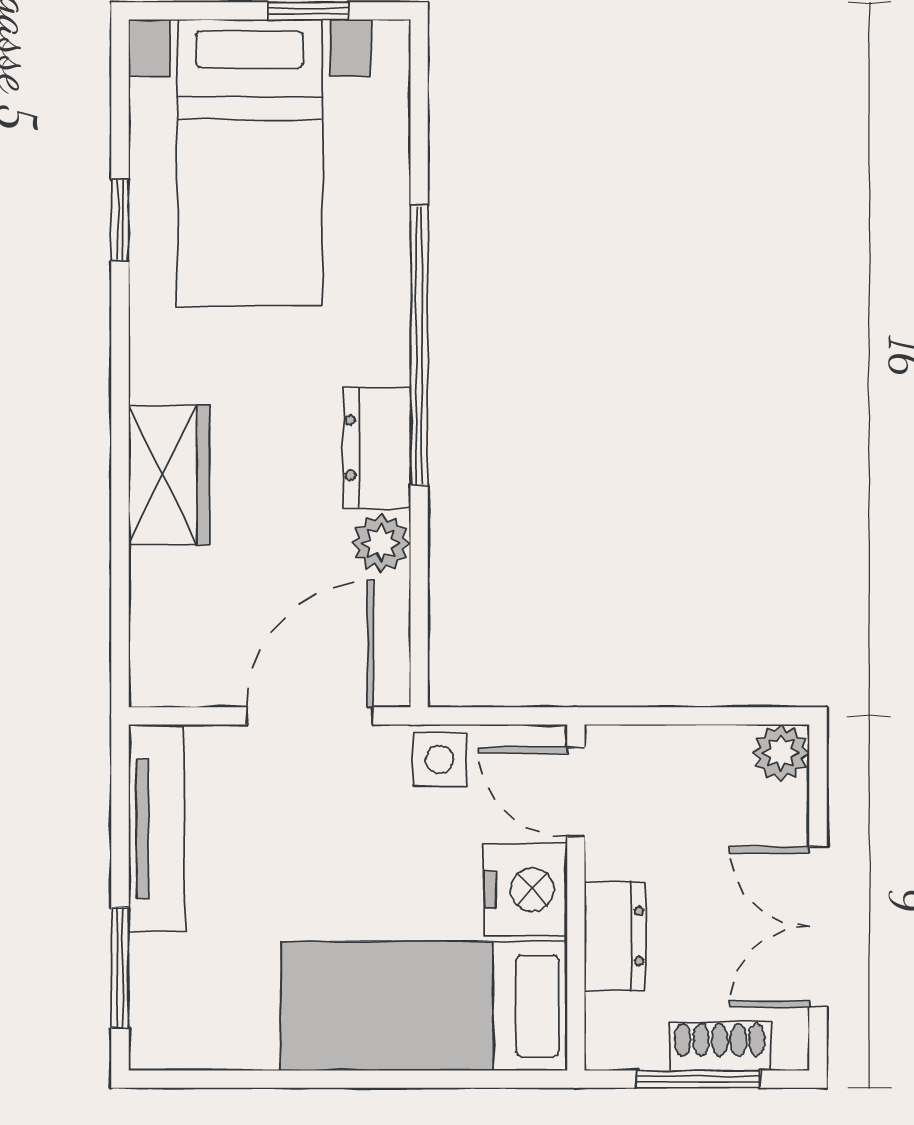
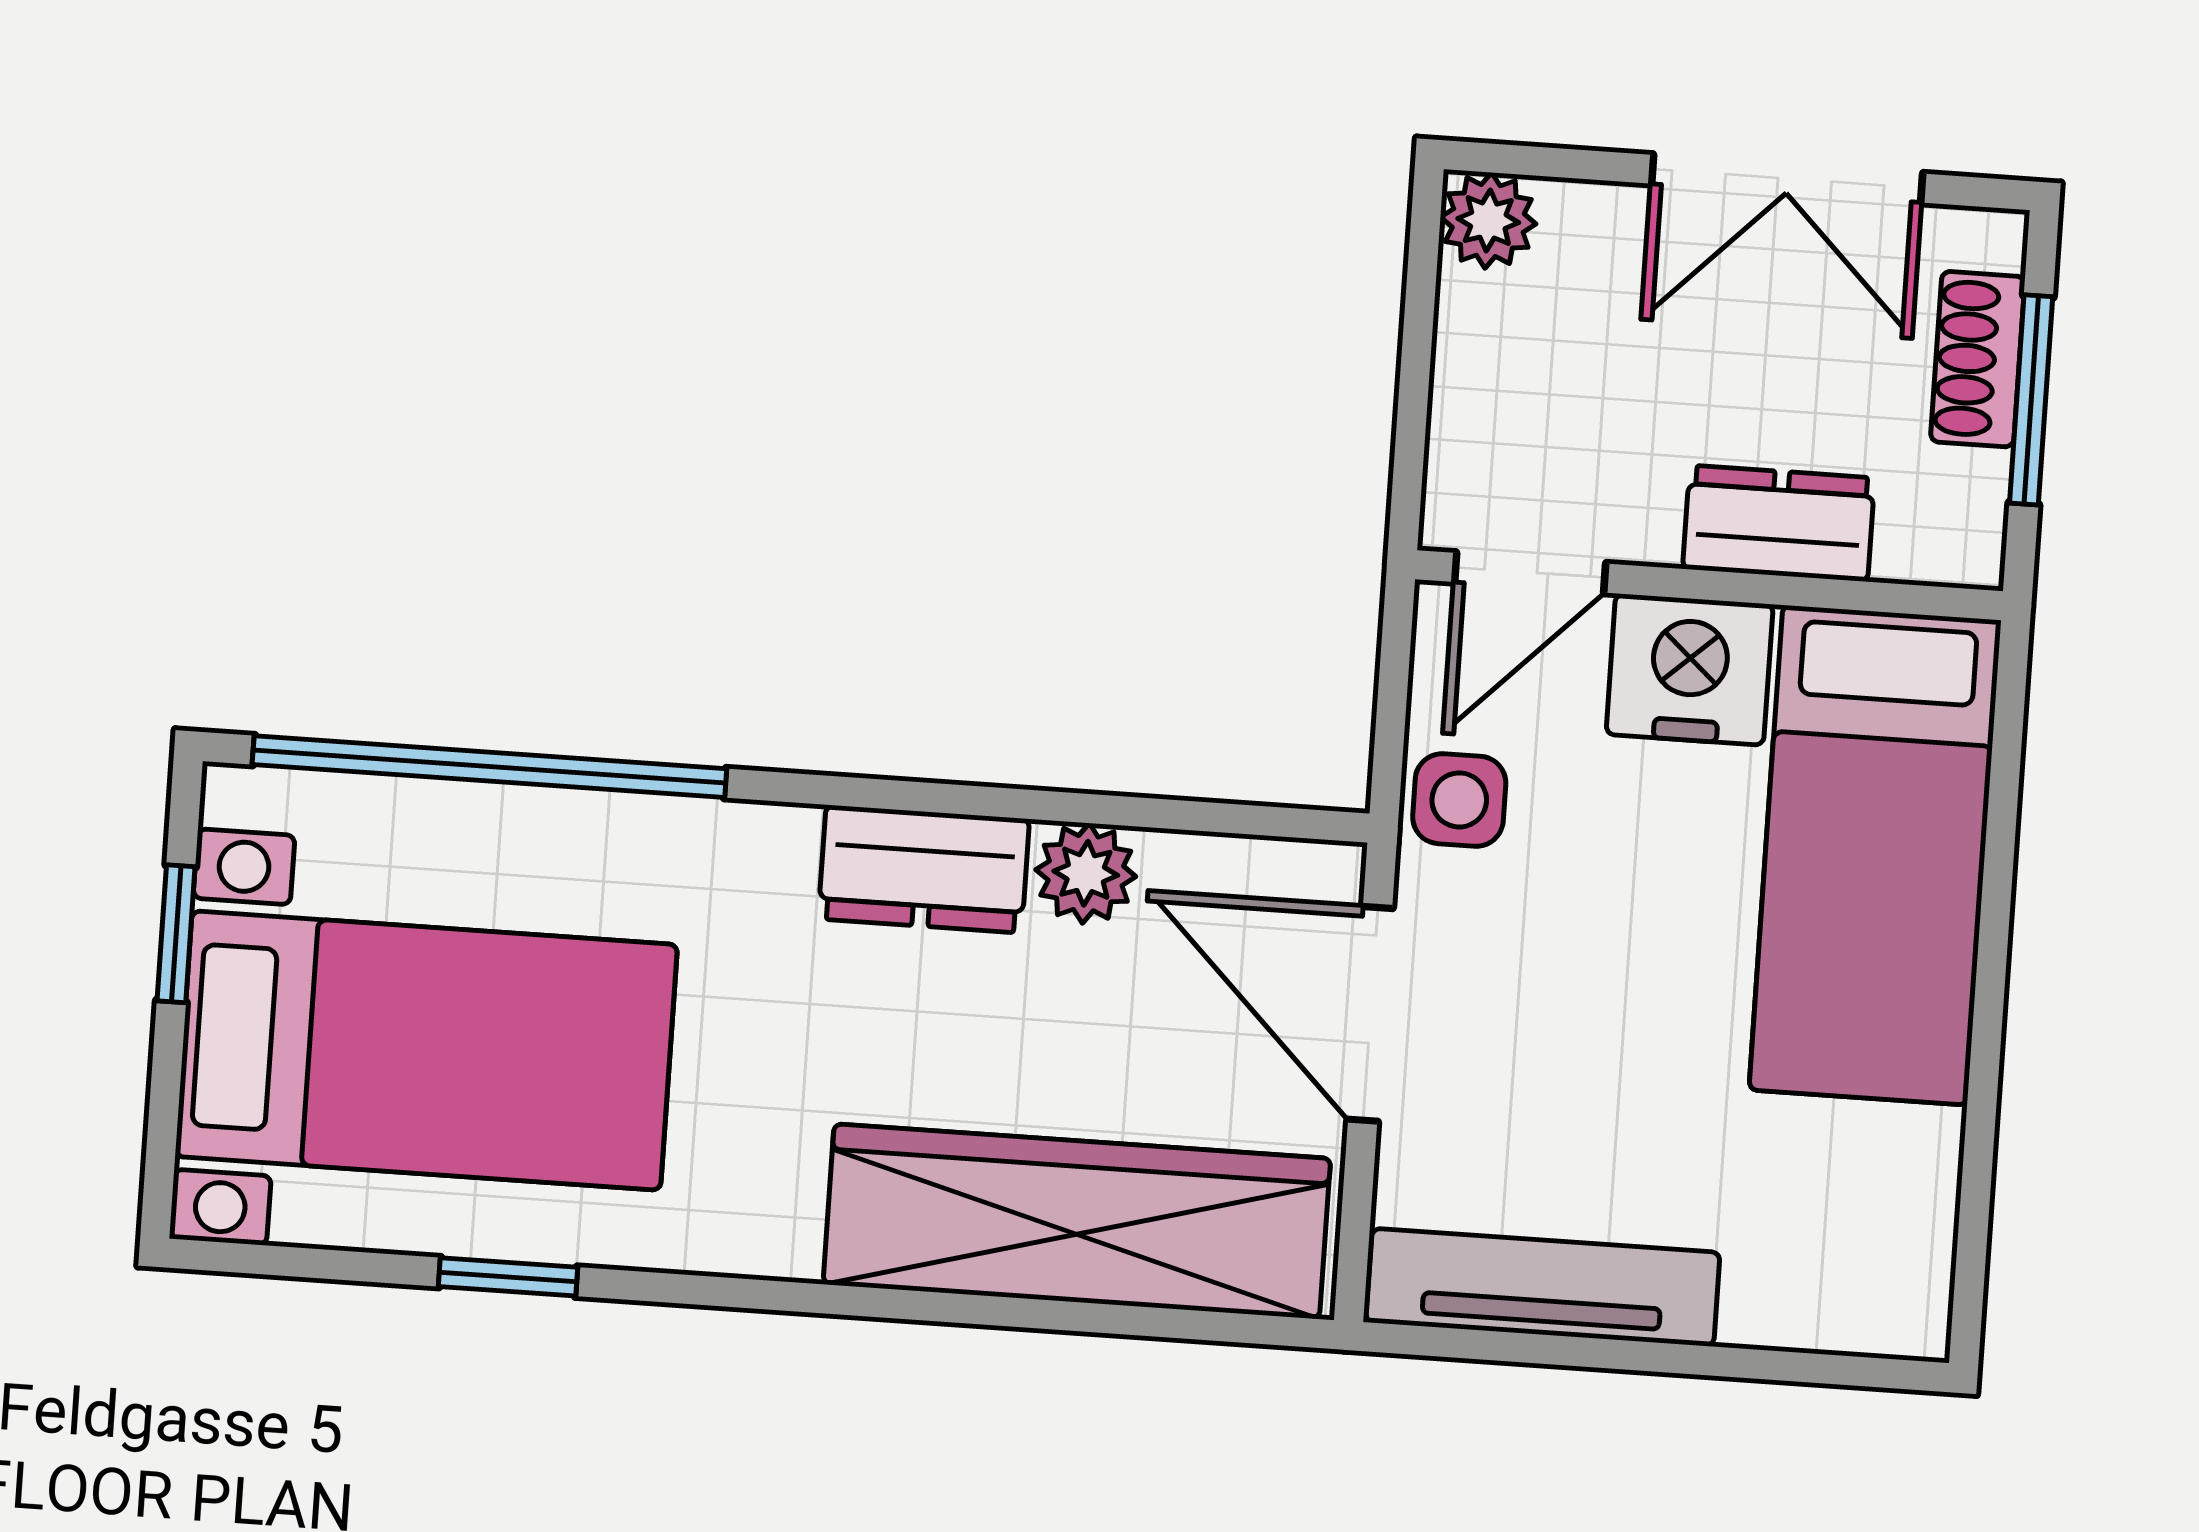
window: (419, 345) -> (489, 767), moved
wardrobe: (169, 475) -> (1077, 1221), width x2.10, depth x1.17
window: (120, 968) -> (1774, 1365), removed

